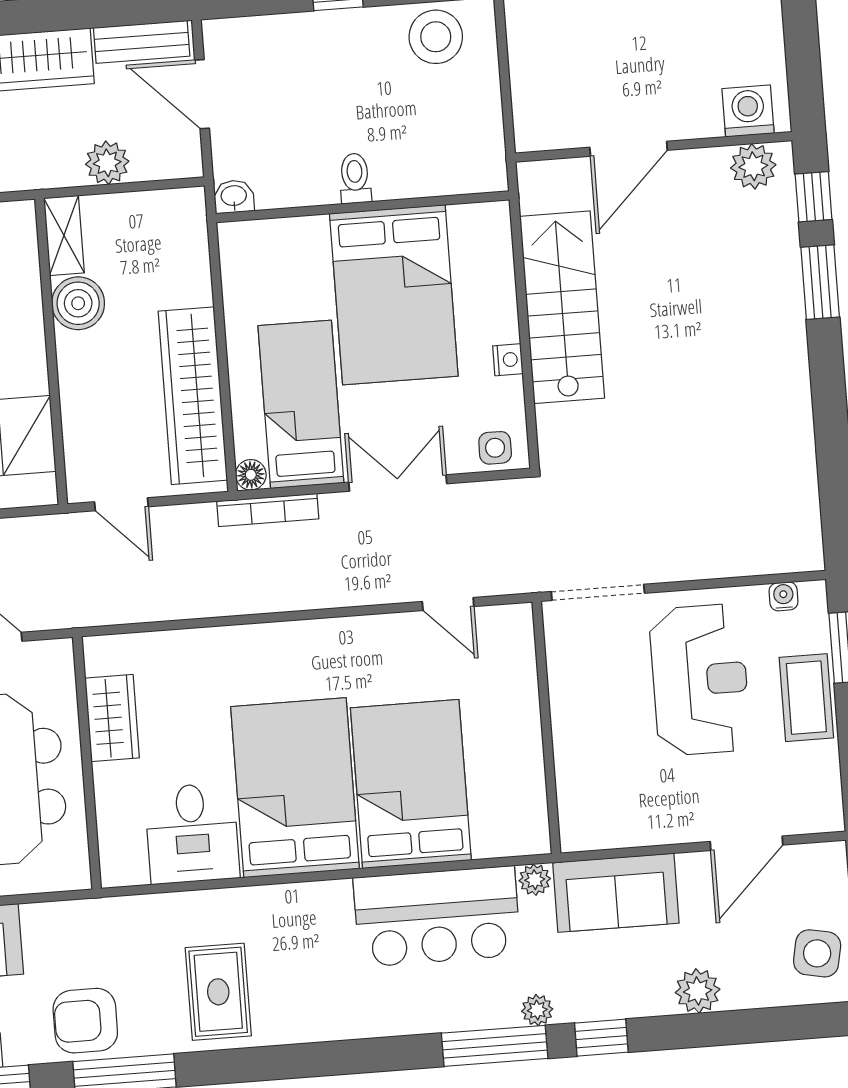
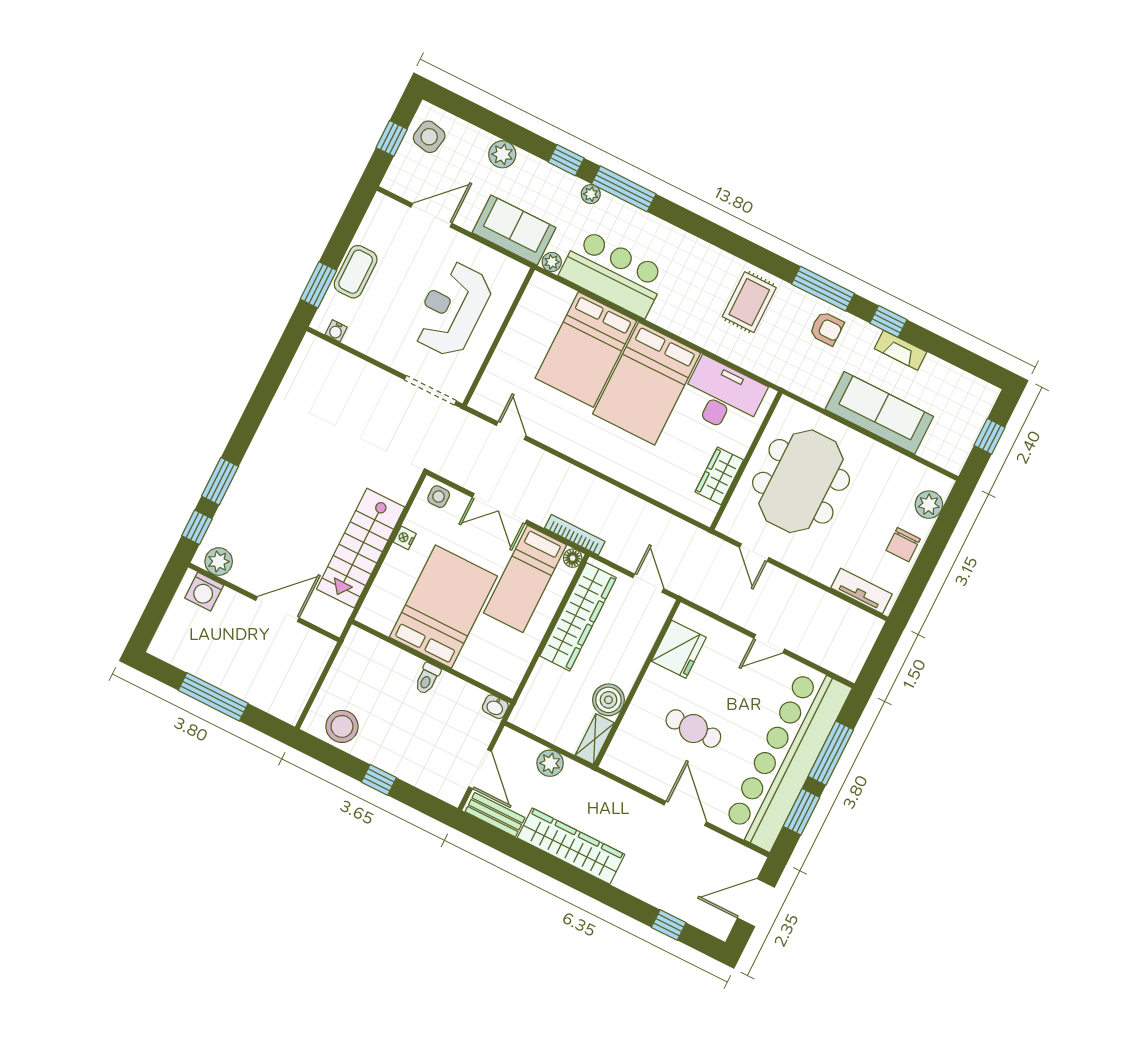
reception desk: (700, 680) -> (452, 309), moved
desk: (192, 833) -> (723, 396), width x1.37
armchair: (85, 1021) -> (827, 328), width x0.72, depth x0.72

